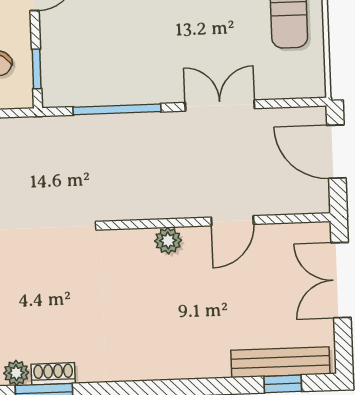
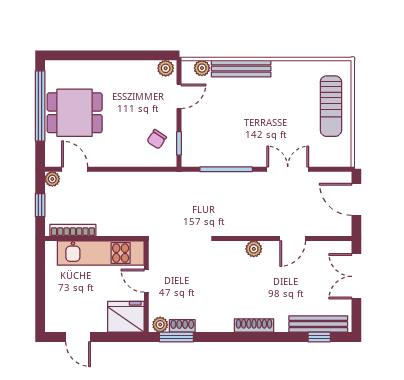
shoe rack: (173, 369) -> (254, 326), added

